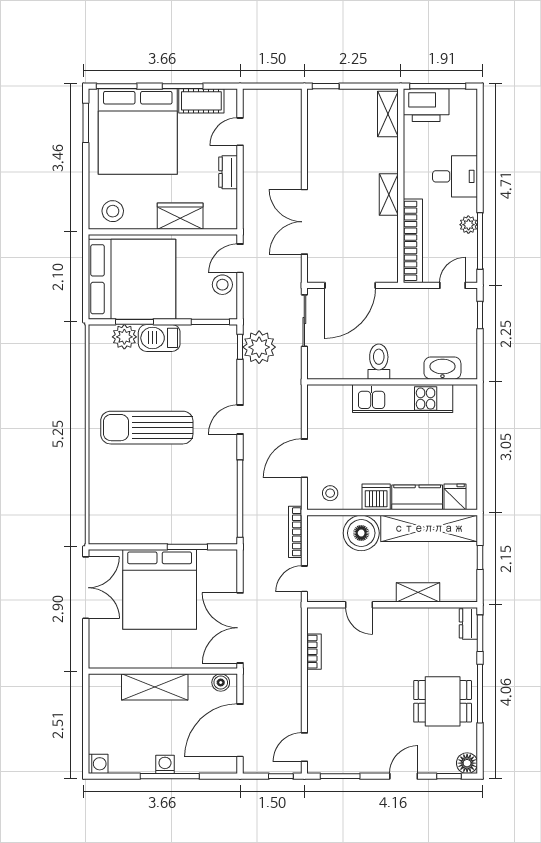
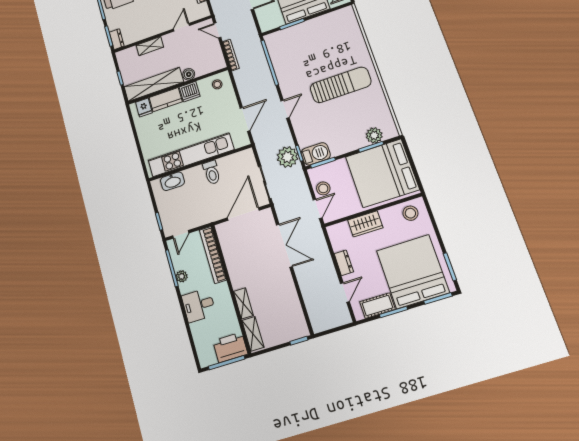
shelving: (389, 194) -> (243, 303), moved
barbecue: (159, 338) -> (316, 154), moved
kitchen unit: (403, 399) -> (191, 155), width x1.36
door: (304, 458) -> (245, 119), moved
boiler: (361, 533) -> (189, 74), width x0.54, depth x0.54
door: (304, 579) -> (217, 30), swing flipped
door: (359, 605) -> (181, 27), hinge flipped

